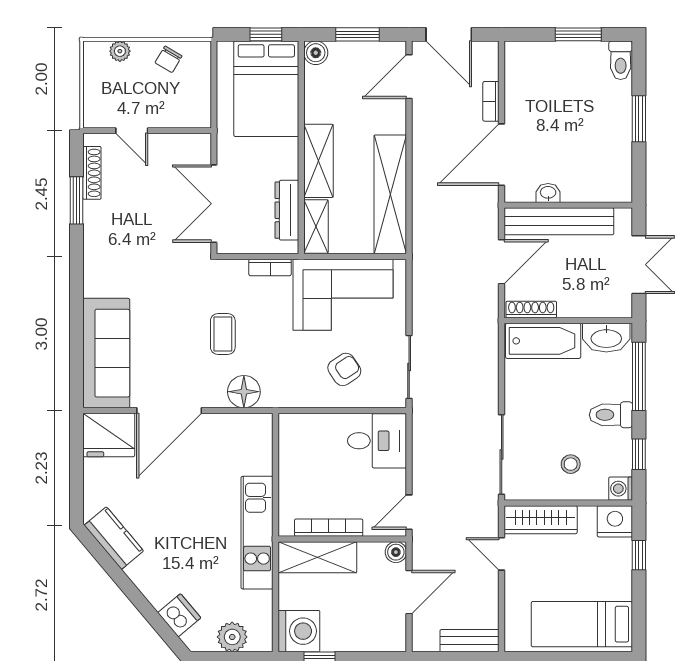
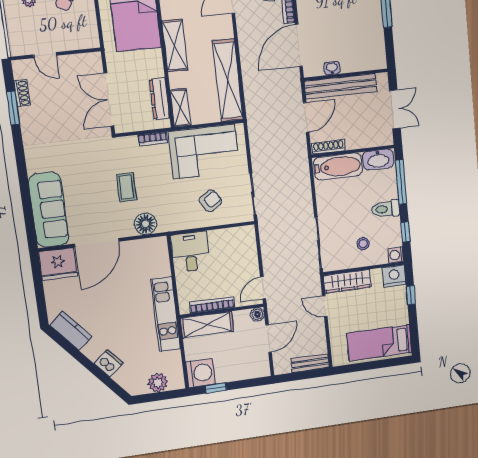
shelving: (318, 161) -> (175, 46), moved
shoe rack: (92, 173) -> (22, 93), width x0.70
desk: (377, 441) -> (190, 252), moved, turned -90
dishwasher: (179, 615) -> (109, 363), moved

